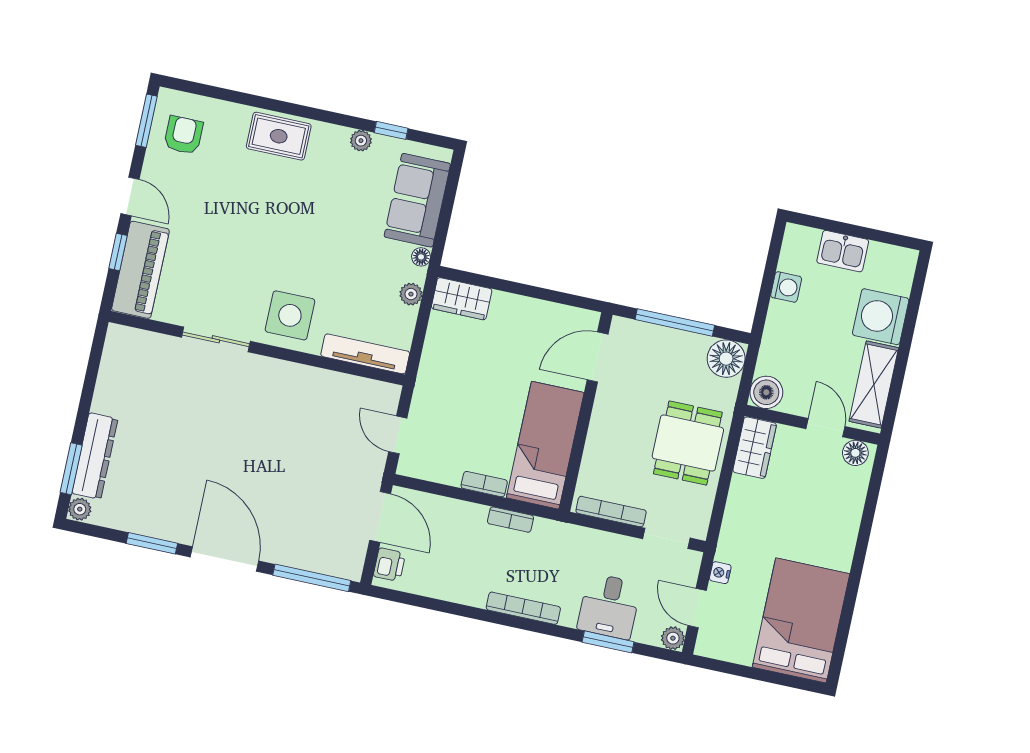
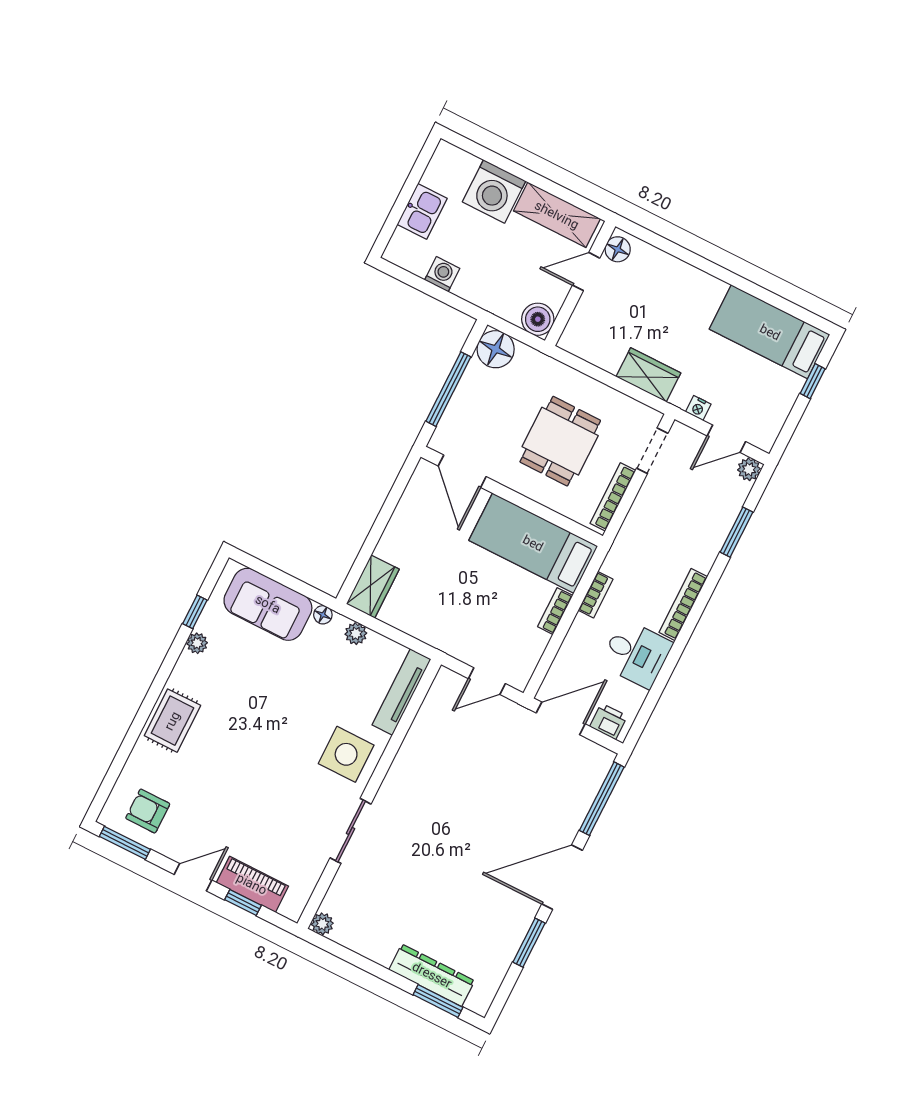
piano: (140, 270) -> (252, 884), width x0.73, depth x0.75
dining table: (688, 443) -> (560, 441), moved, turned 90
wardrobe: (755, 448) -> (648, 375), moved
plant: (80, 509) -> (322, 924), moved
desk: (609, 606) -> (636, 654), moved
bed: (801, 620) -> (770, 332), width x0.67
window: (776, 678) -> (813, 381), added

